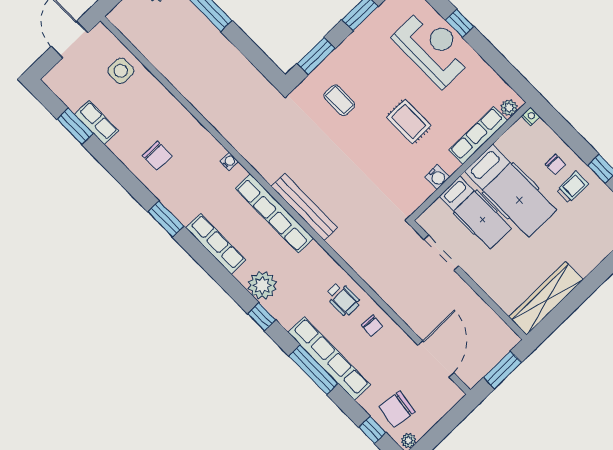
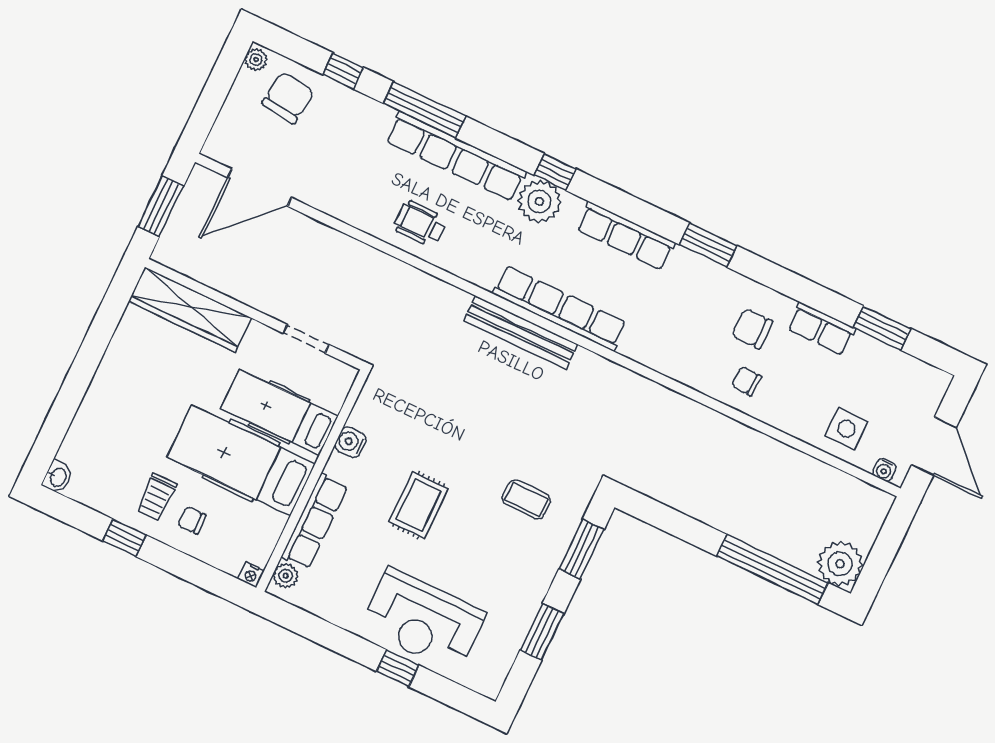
rug: (409, 121) -> (419, 505), turned 90
row of seats: (96, 122) -> (821, 329), moved
water cooler: (229, 161) -> (884, 470), moved
doorway: (441, 253) -> (306, 339), width x0.73
wardrobe: (546, 298) -> (190, 310), moved, turned 90
window: (262, 317) -> (555, 172), moved
chair: (372, 326) -> (746, 381), moved
row of seats: (329, 358) -> (456, 156), moved
door: (436, 359) -> (259, 188), hinge flipped
window: (372, 430) -> (343, 71), moved

